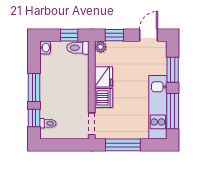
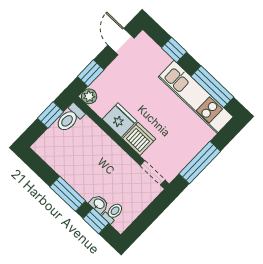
washbasin: (45, 48) -> (99, 204), moved
window: (173, 70) -> (174, 50), width x0.67

